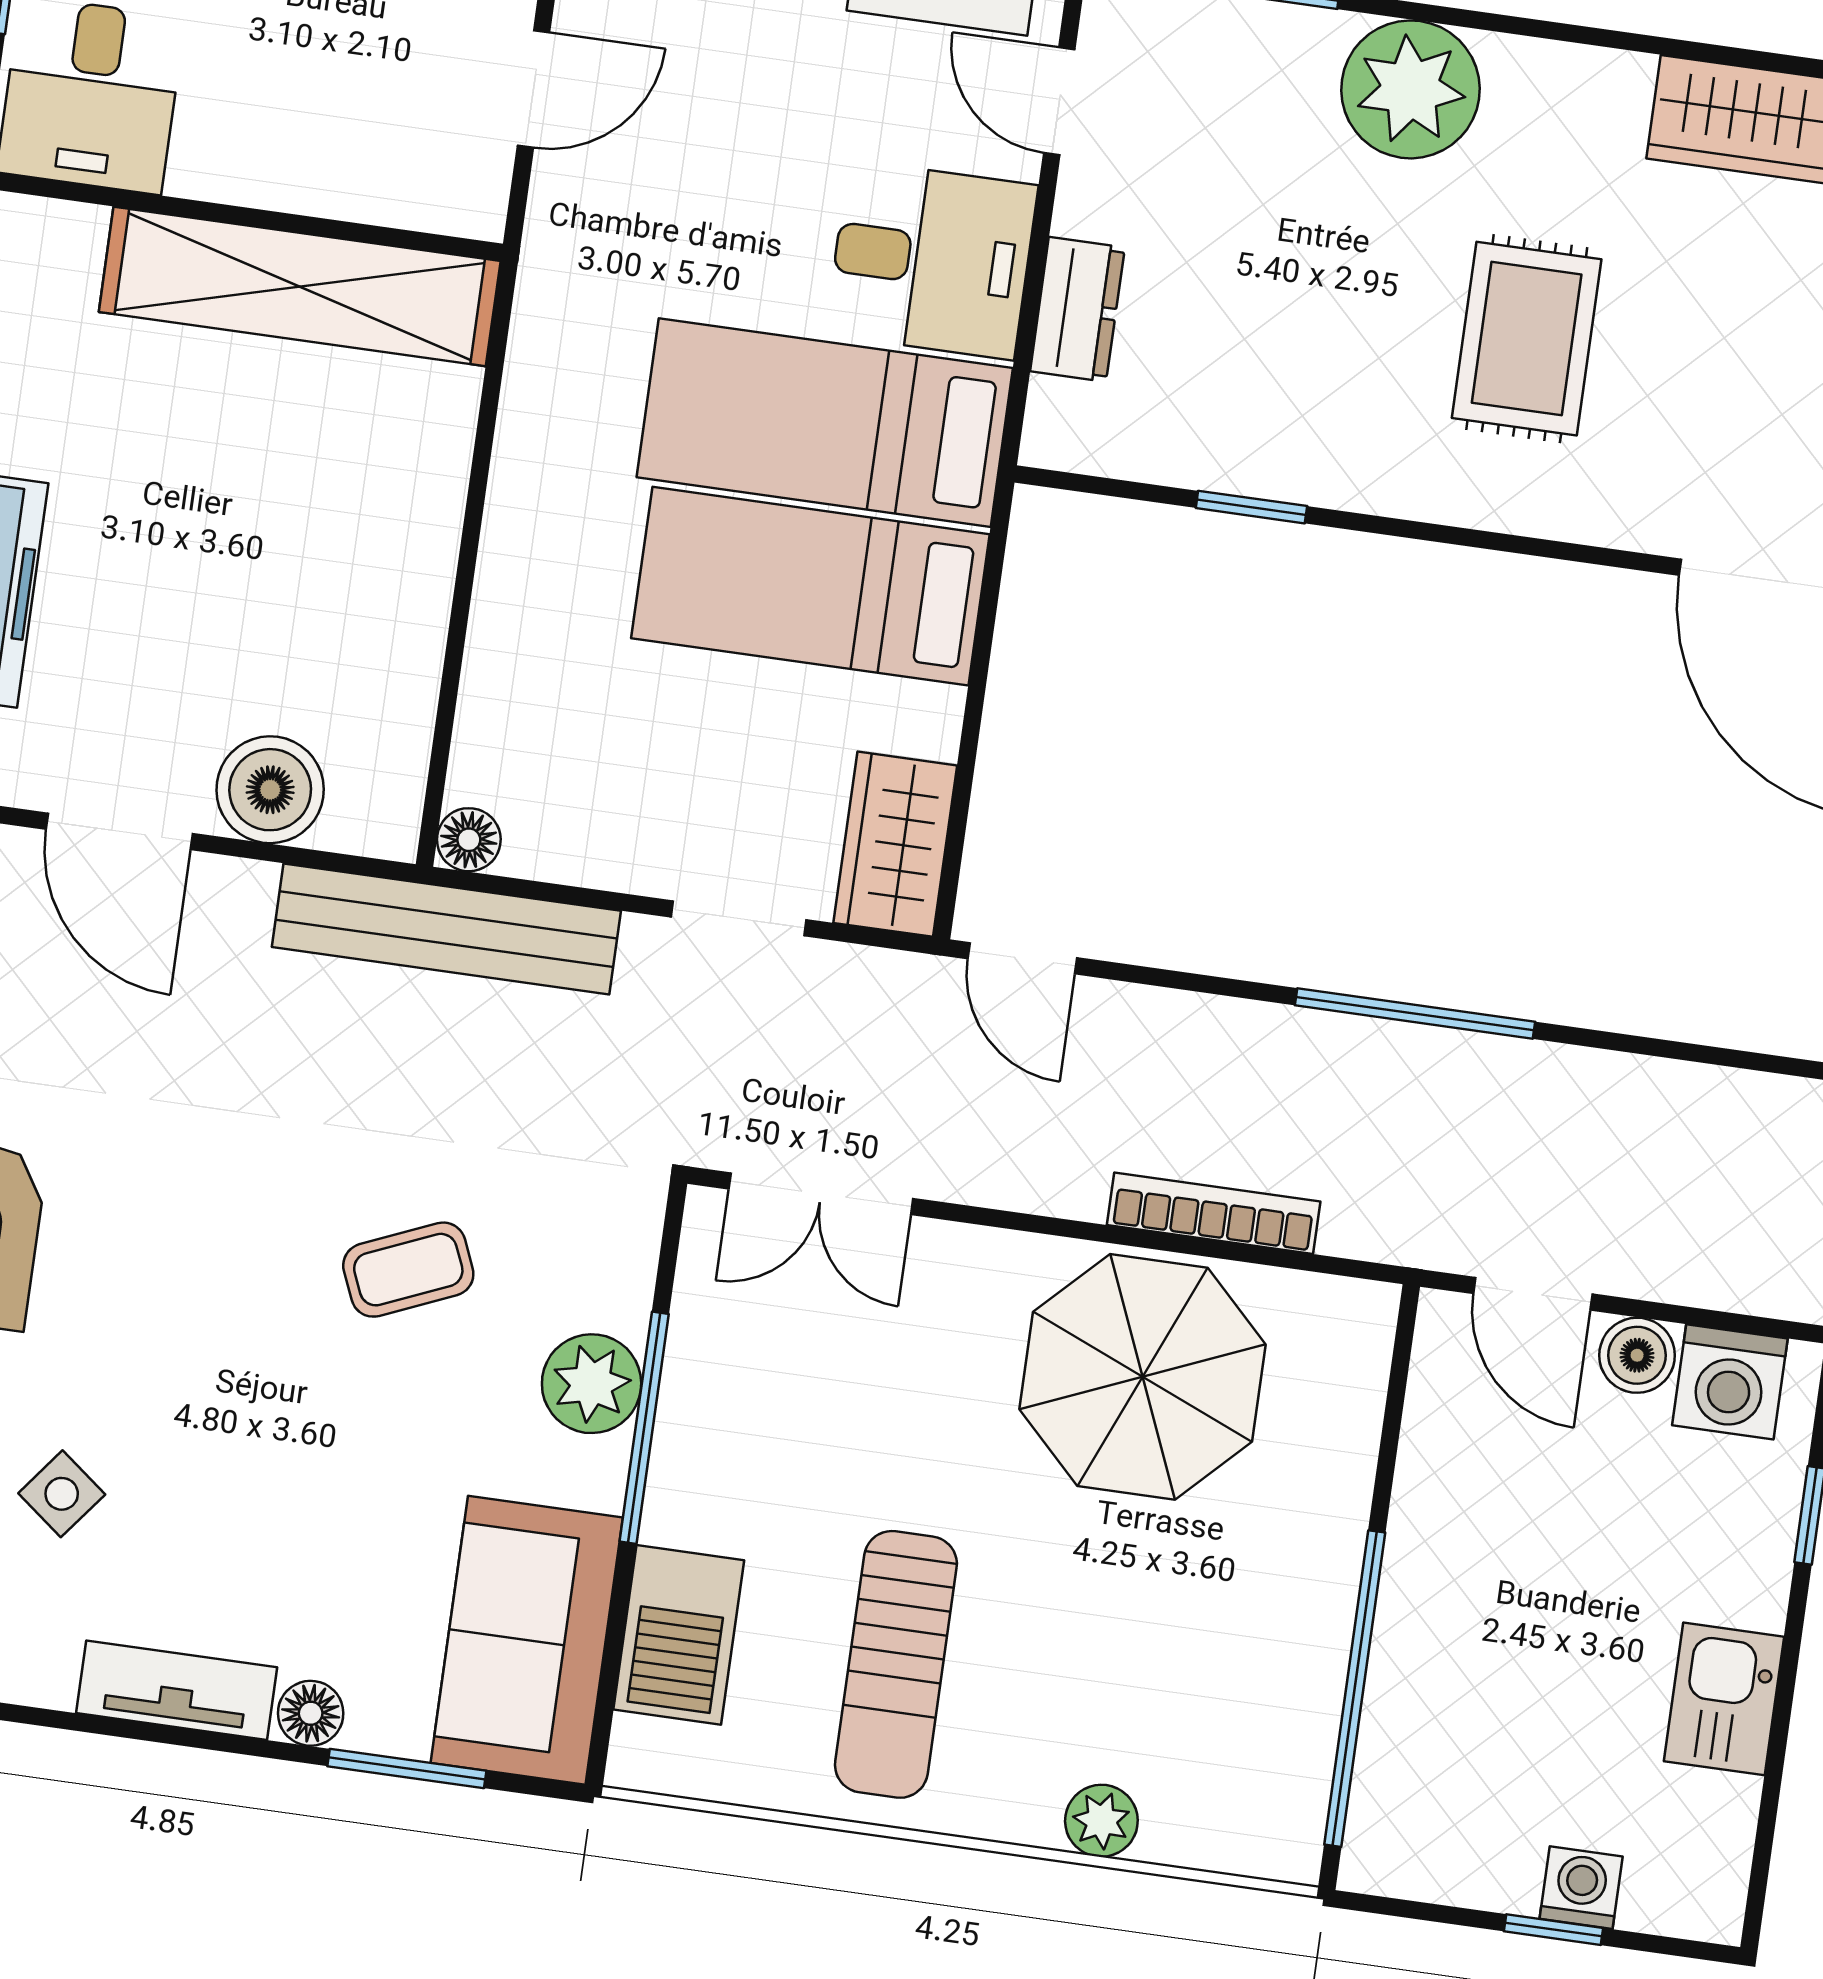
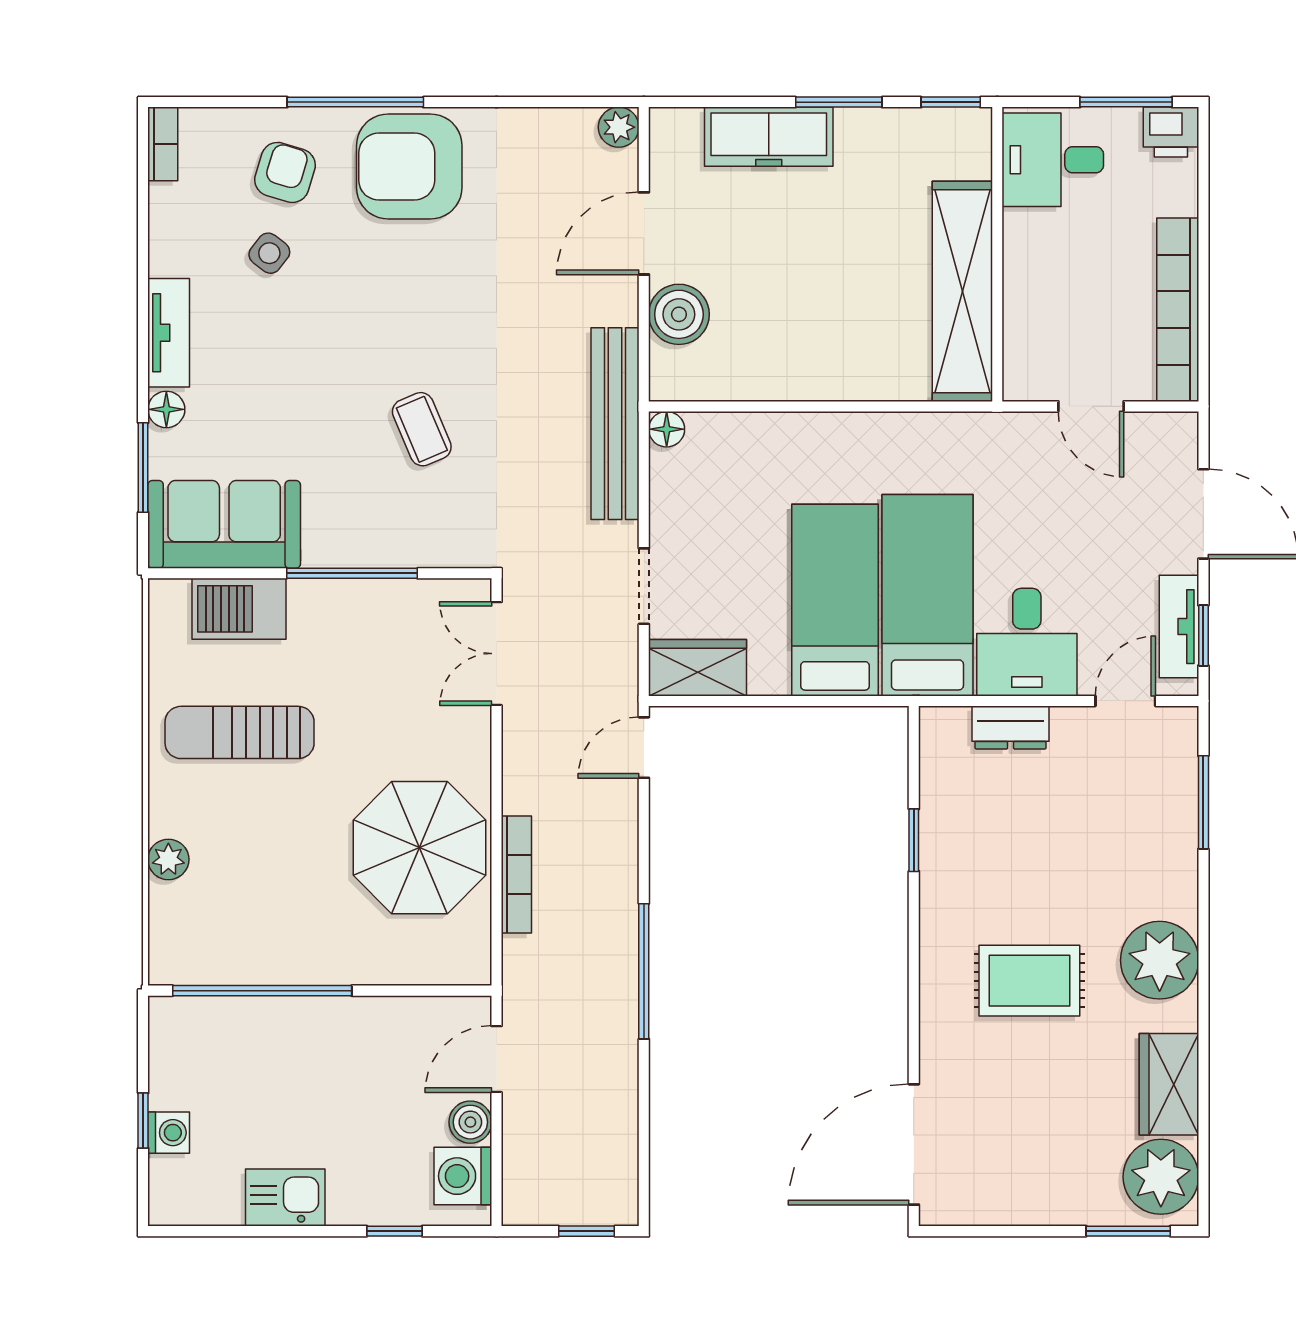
plant: (1411, 89) -> (1160, 960), moved
plant: (592, 1384) -> (372, 540), removed

